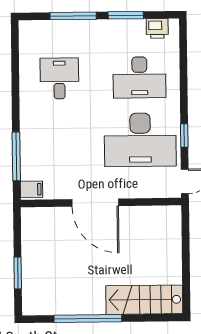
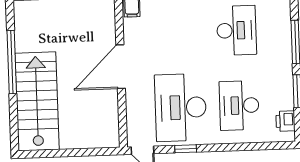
desk: (59, 78) -> (237, 30), width x1.37
stairs: (144, 300) -> (37, 101), width x1.36, depth x1.51

